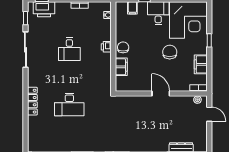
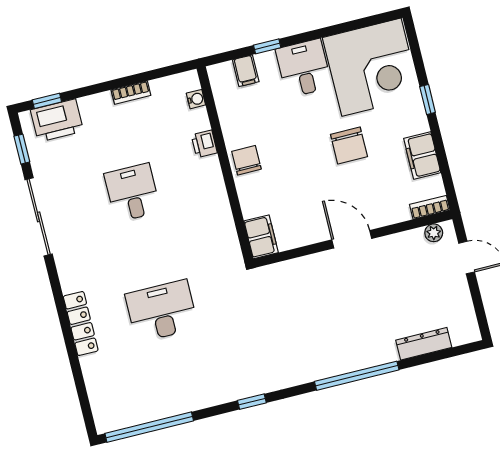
printer: (106, 47) -> (204, 144), moved
desk: (69, 49) -> (132, 193), turned 180
chair: (170, 52) -> (349, 146), turned 180
filing cabinet: (121, 67) -> (261, 237), moved
desk: (69, 104) -> (162, 311), turned 180

